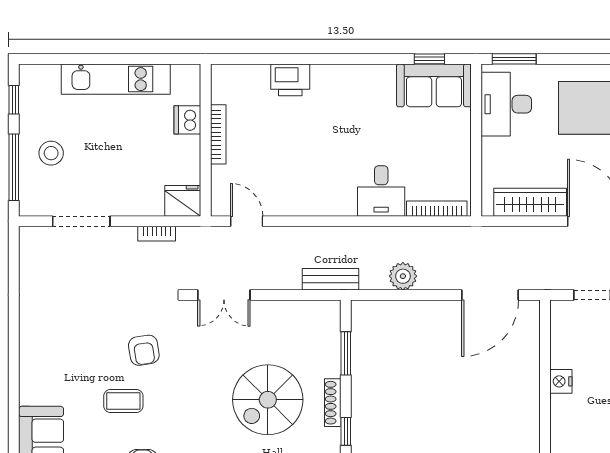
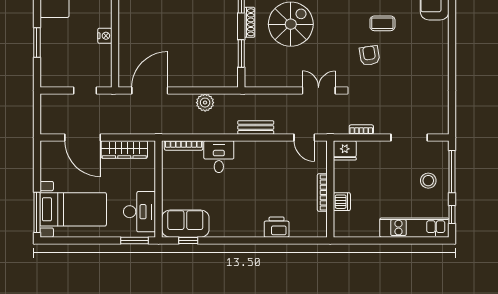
kitchen unit: (116, 79) -> (414, 228), moved
bench: (331, 279) -> (256, 127), moved

